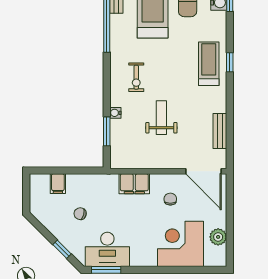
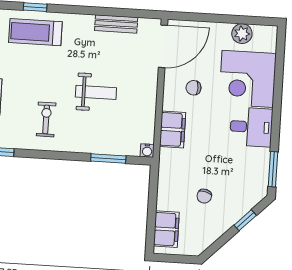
exercise bike: (136, 77) -> (46, 119), turned -90
water cooler: (115, 113) -> (147, 150), moved
weight bench: (161, 118) -> (96, 92), turned 180
filing cabinet: (58, 184) -> (166, 229), width x2.00
desk: (107, 249) -> (251, 127), moved, width x0.73

